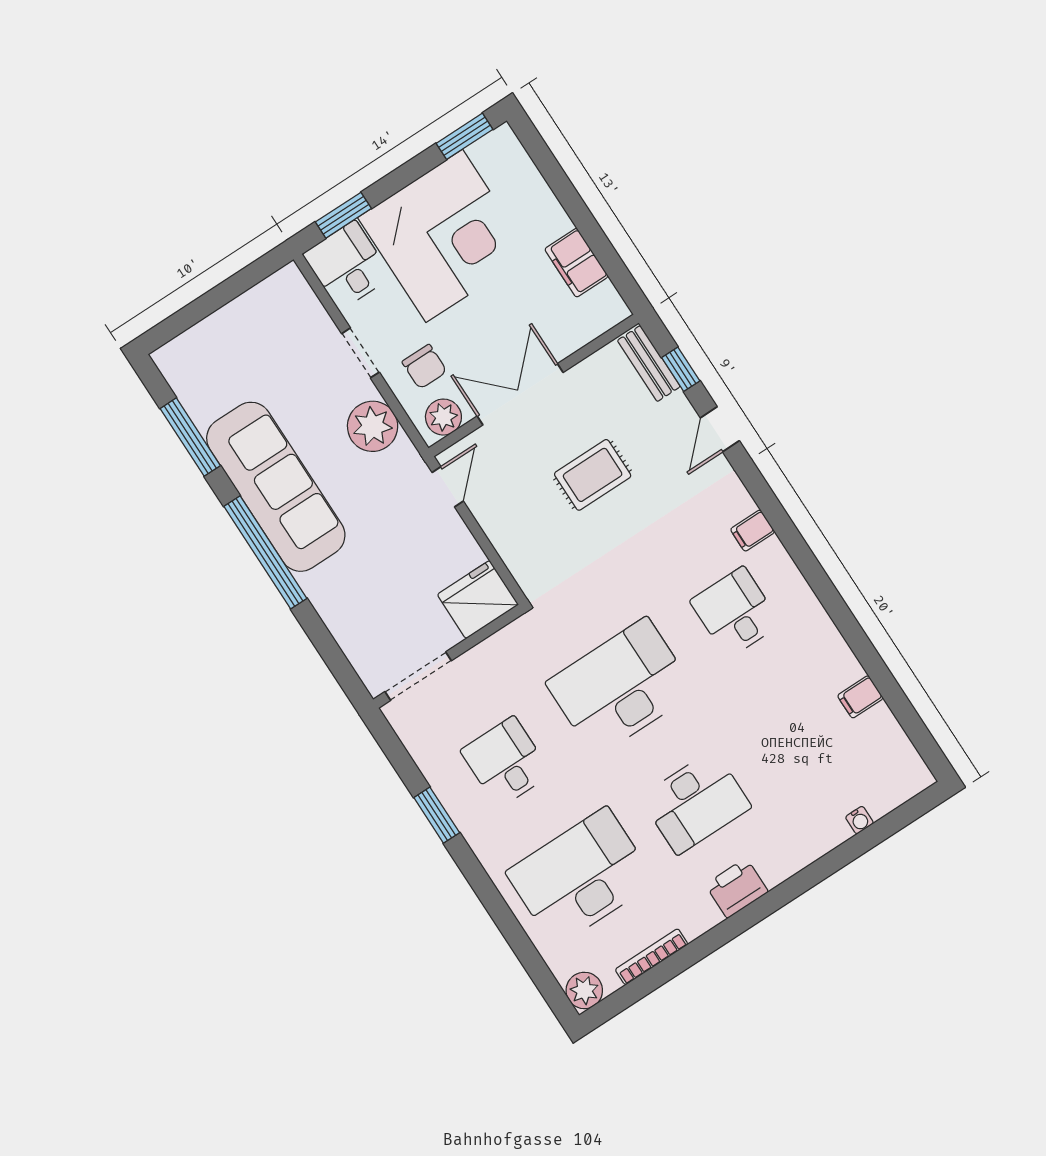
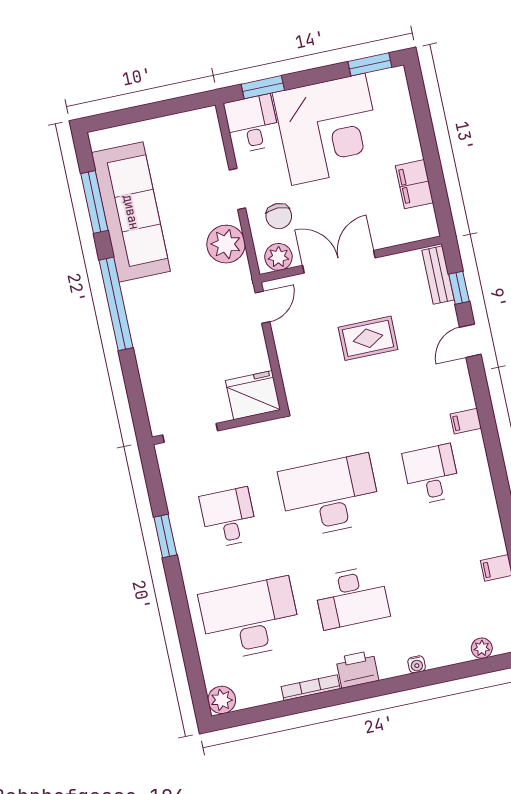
sofa: (276, 487) -> (131, 212), moved
plant: (880, 803) -> (482, 648), added
water cooler: (859, 820) -> (417, 664), moved
bookcase: (652, 957) -> (311, 688), moved

